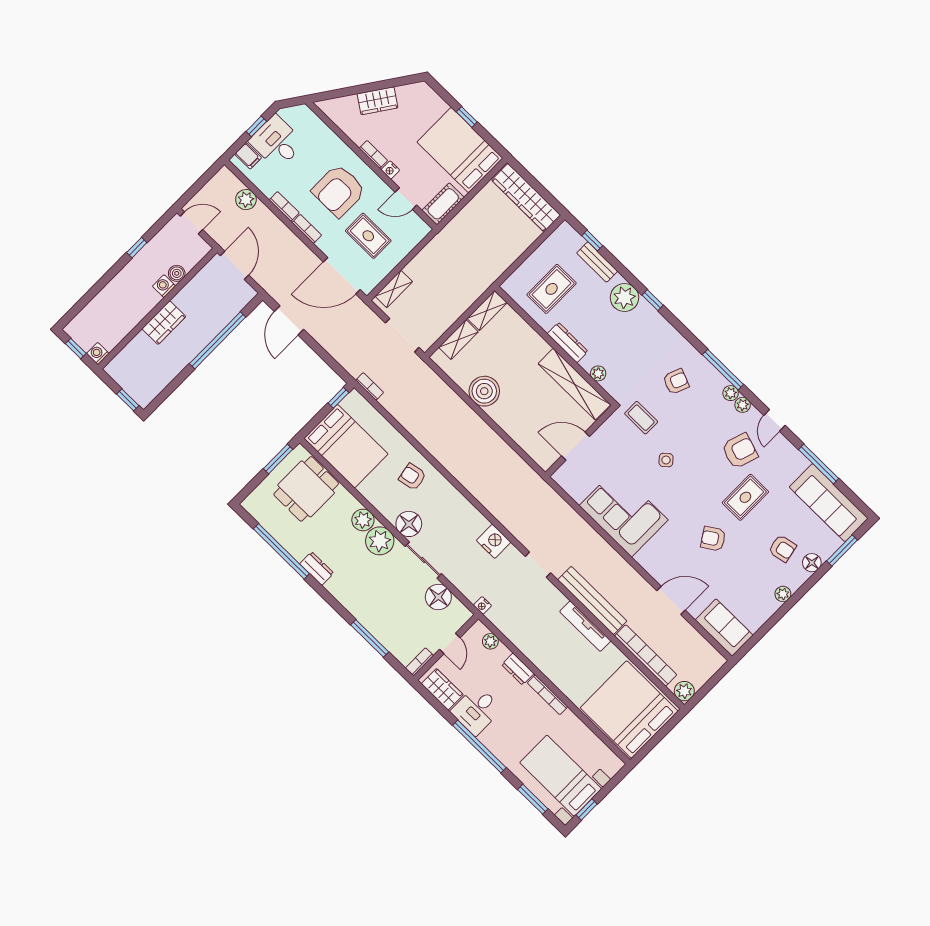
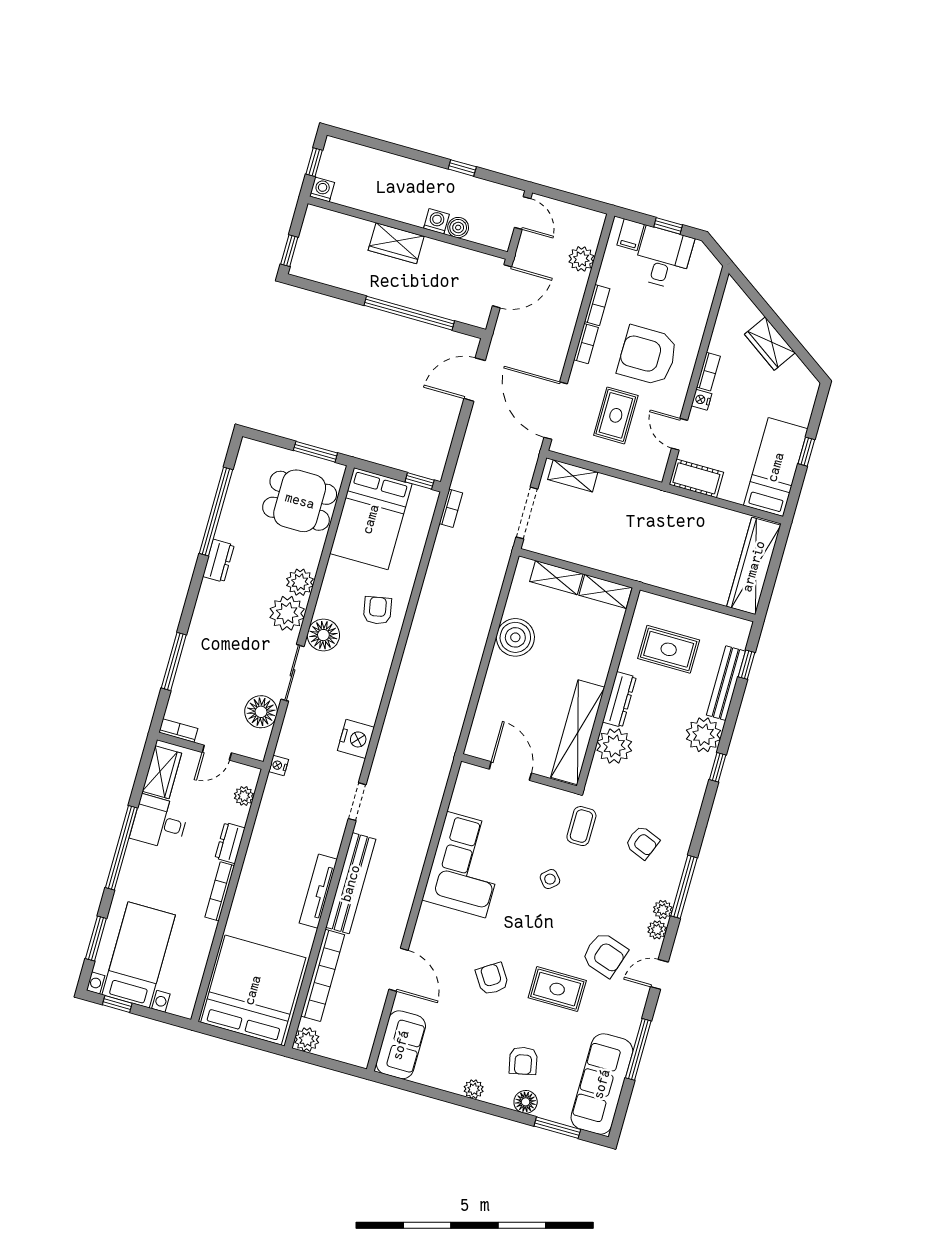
bed: (460, 150) -> (776, 467), width x0.67
bench: (597, 262) -> (726, 683), width x1.36
plant: (598, 373) -> (614, 746), width x1.88, depth x1.88

